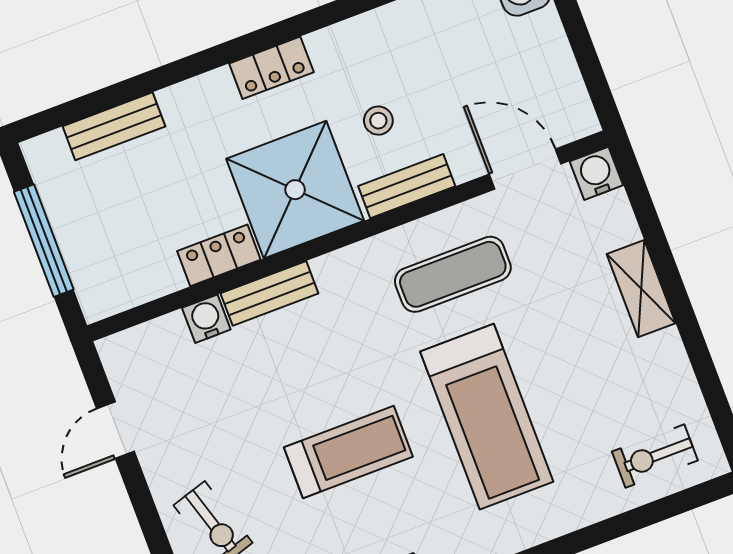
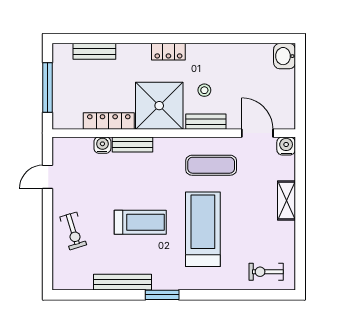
locker: (219, 255) -> (109, 121), width x1.53
treadmill: (487, 417) -> (203, 229), turned 180

